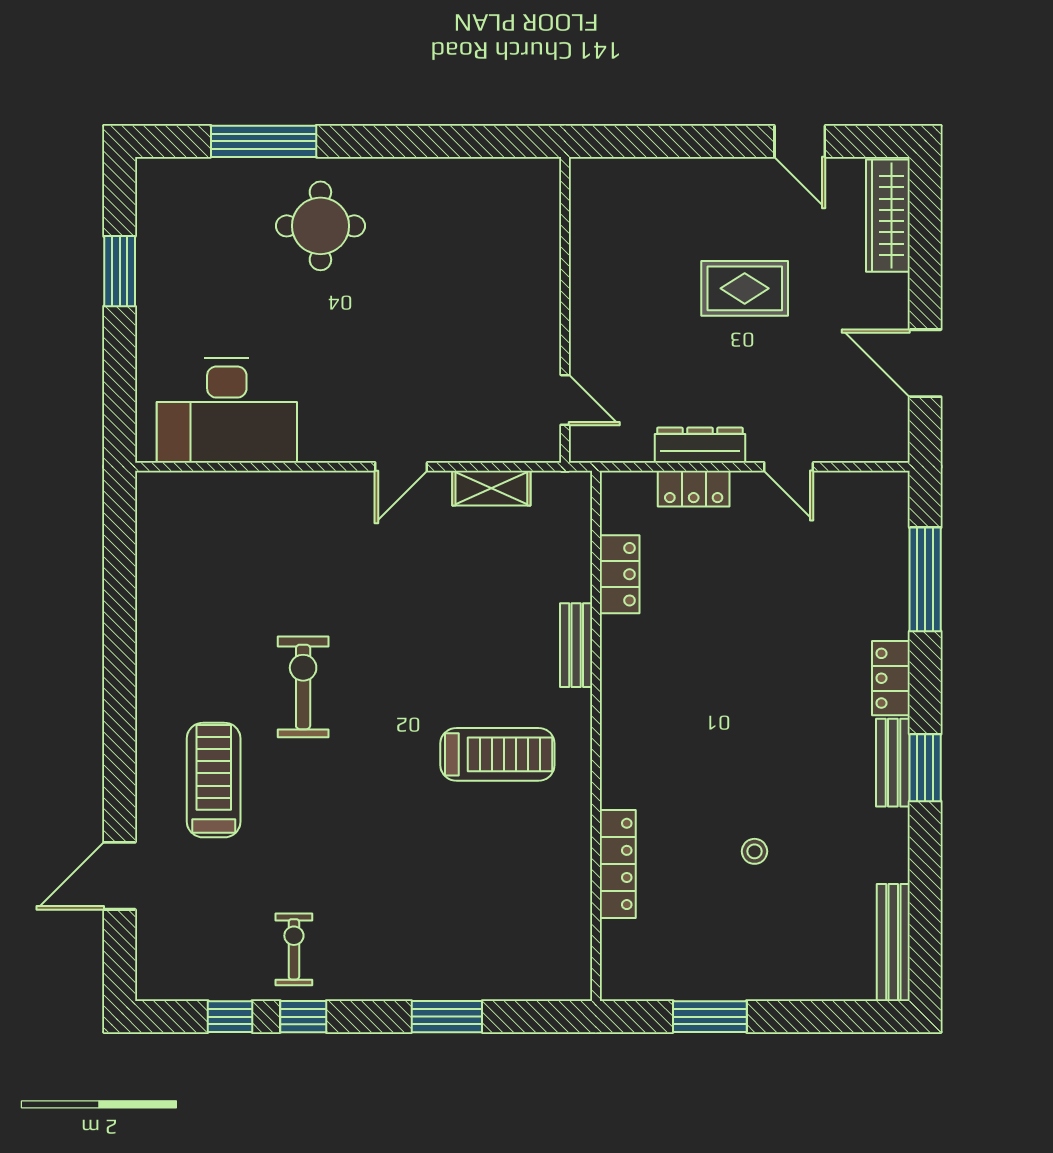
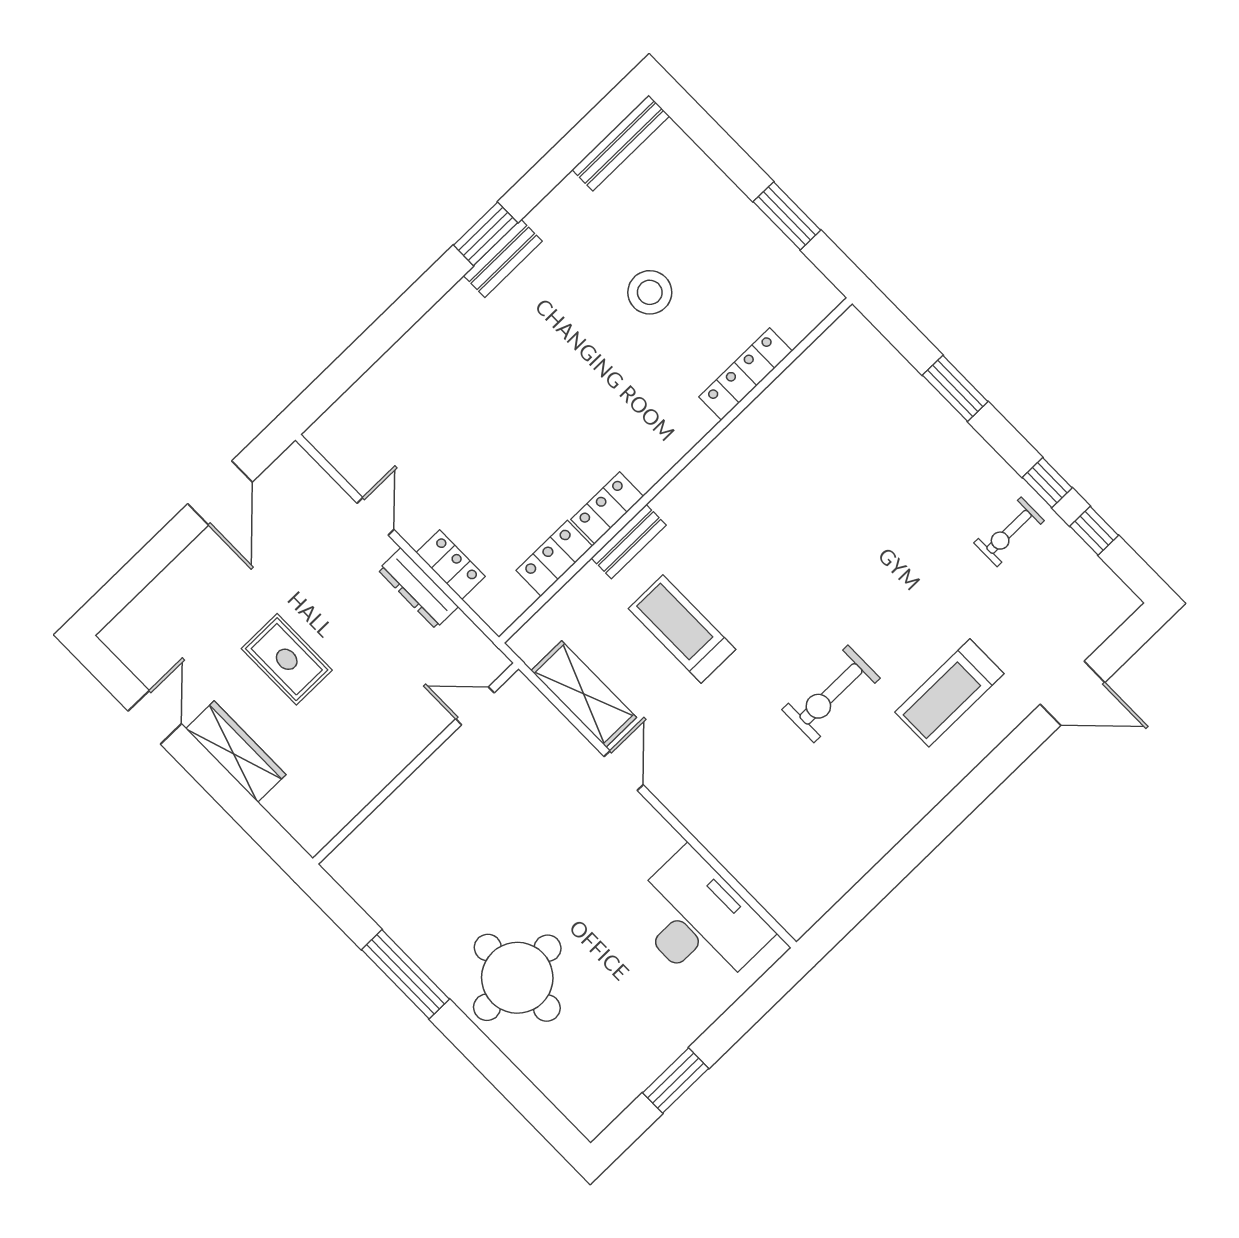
window: (264, 141) -> (406, 974), moved
wardrobe: (888, 216) -> (236, 752), moved, turned -90
round table: (320, 226) -> (517, 978), width x1.36, depth x1.36
door: (565, 400) -> (475, 706), hinge flipped
door: (401, 467) -> (624, 771), hinge flipped
shelving: (491, 488) -> (584, 694), width x1.50, depth x1.33
window: (925, 579) -> (362, 354), removed
locker: (891, 678) -> (607, 508), moved, turned 180
treadmill: (497, 754) -> (682, 629), moved
stool: (754, 851) -> (650, 292), width x1.89, depth x1.89

